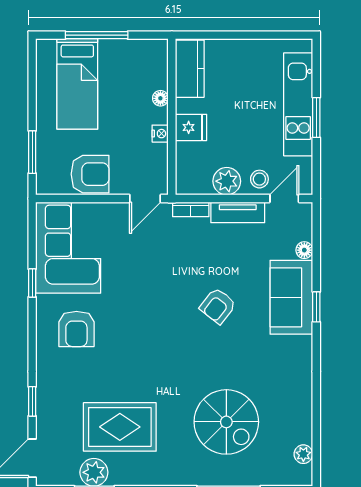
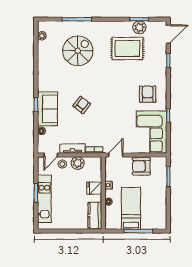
bed: (77, 84) -> (131, 208), moved
spiral stairs: (226, 422) -> (78, 51), turned 90

